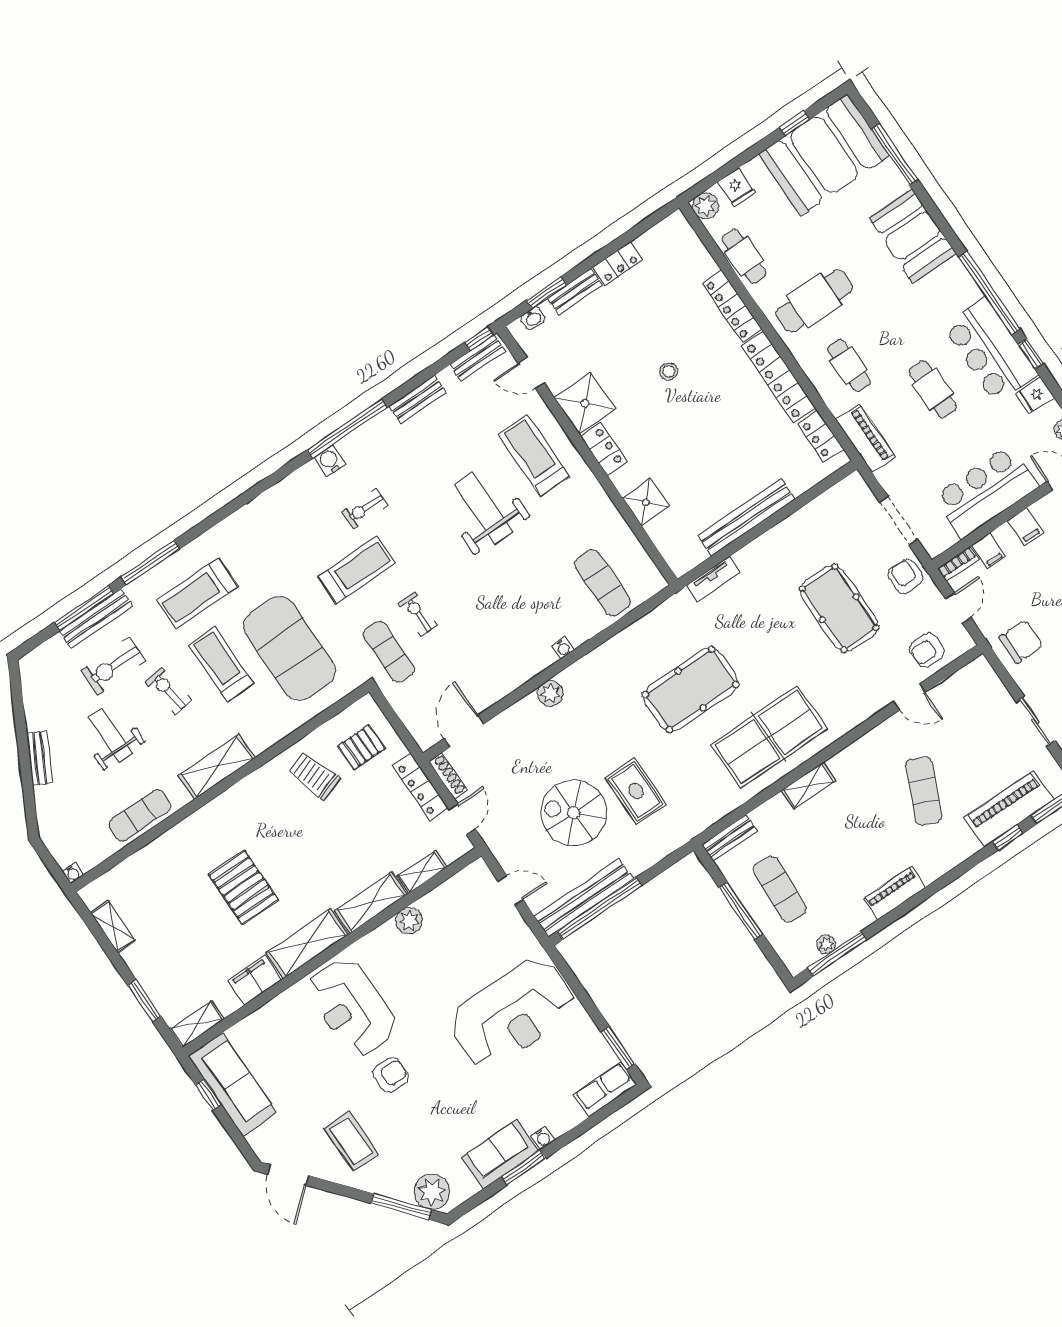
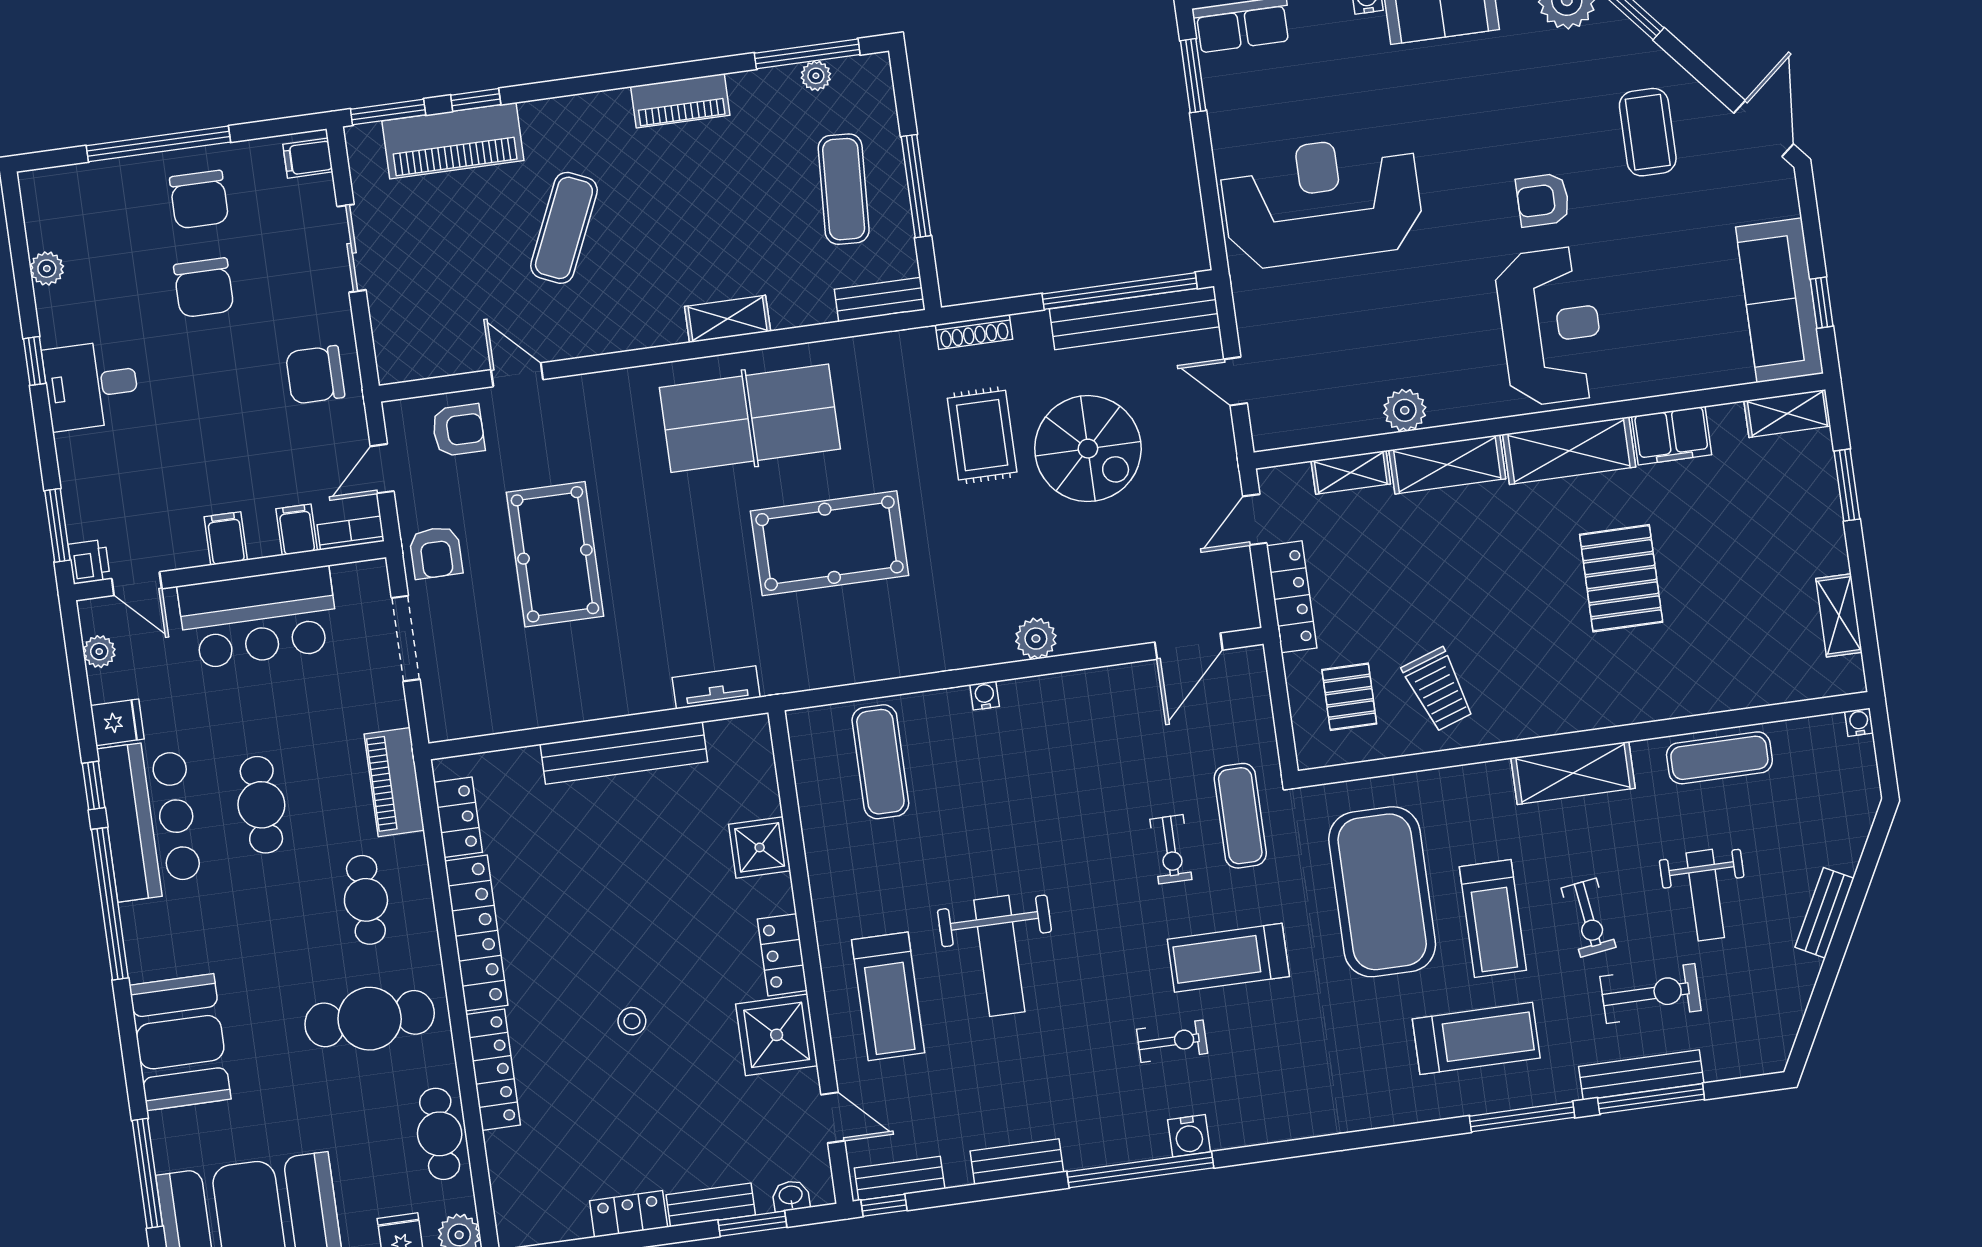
pallet: (361, 747) -> (1349, 697), turned 90
shoe rack: (448, 776) -> (974, 332), moved, turned -90

